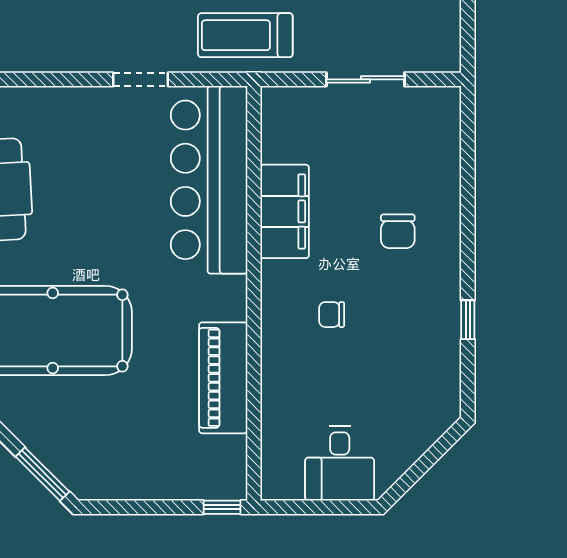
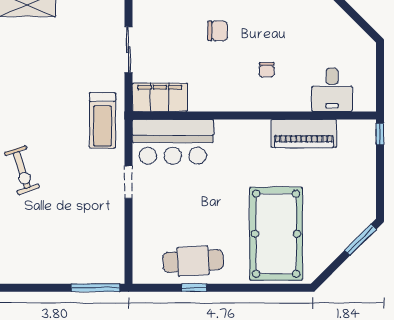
bar counter: (209, 180) -> (173, 142), width x0.73
filing cabinet: (285, 211) -> (160, 97), moved
desk: (340, 464) -> (332, 90), moved, turned 90

